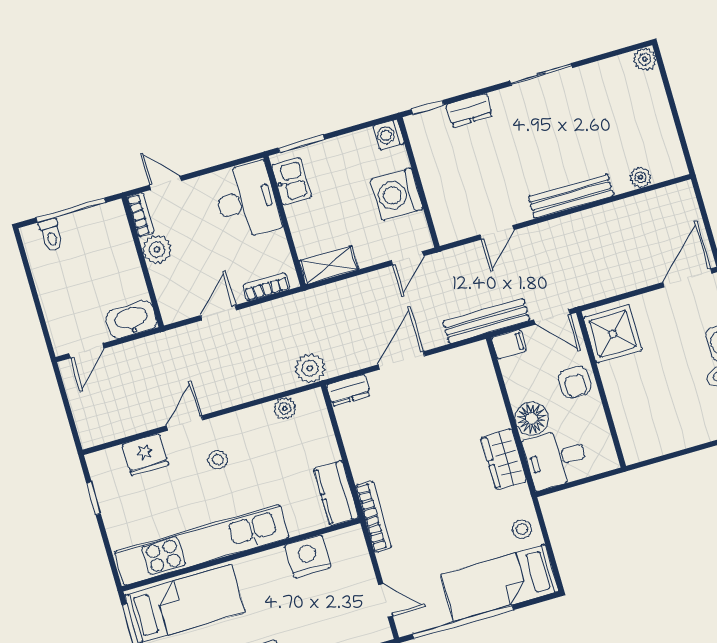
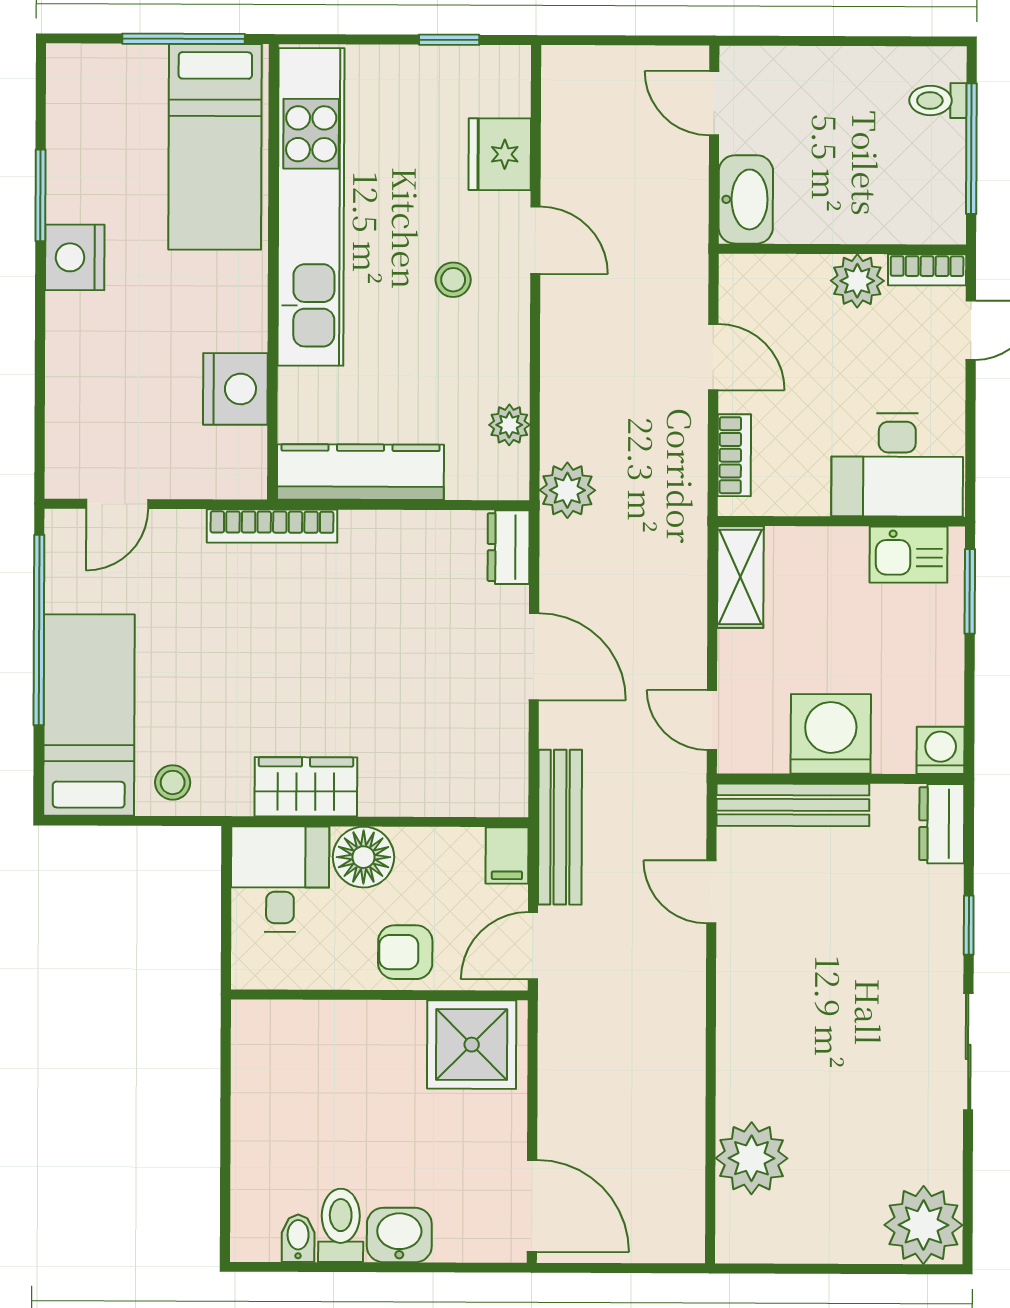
plant: (645, 59) -> (923, 1225), width x1.87, depth x1.87
window: (427, 107) -> (969, 925), moved
dresser: (469, 111) -> (942, 824), moved
plant: (641, 177) -> (752, 1158), width x1.87, depth x1.87
bench: (571, 196) -> (793, 805), moved, turned 90
kitchen counter: (336, 493) -> (360, 472), width x1.50

